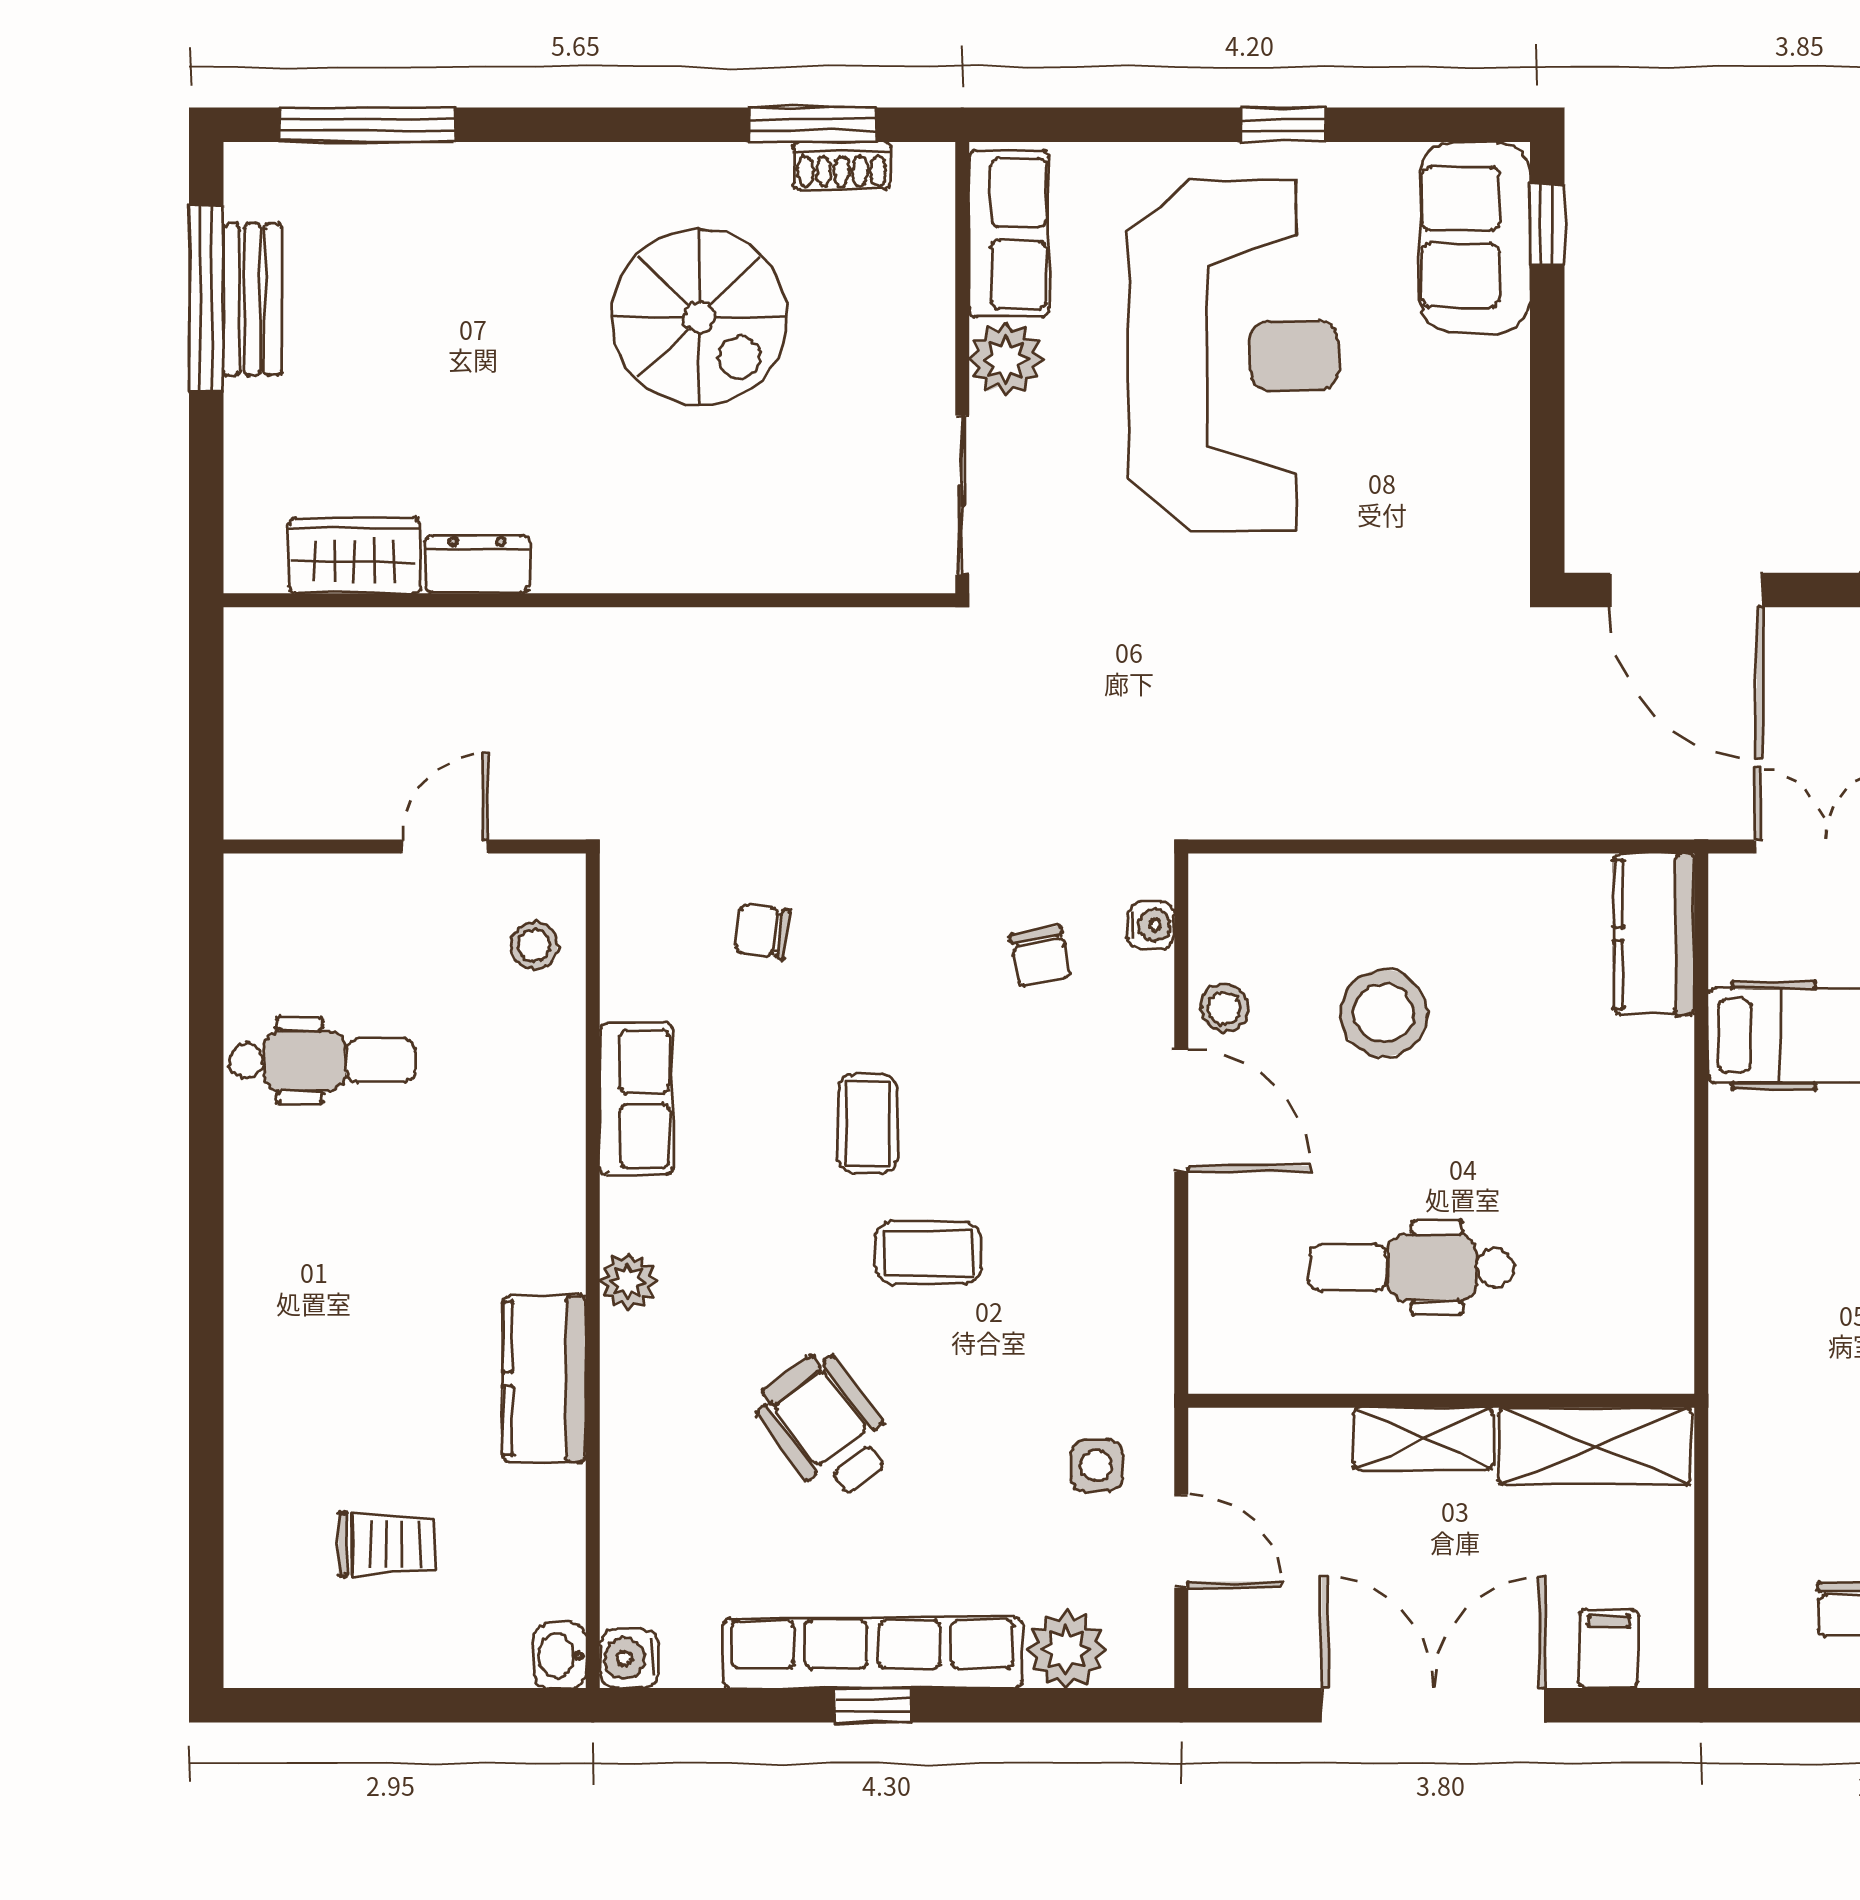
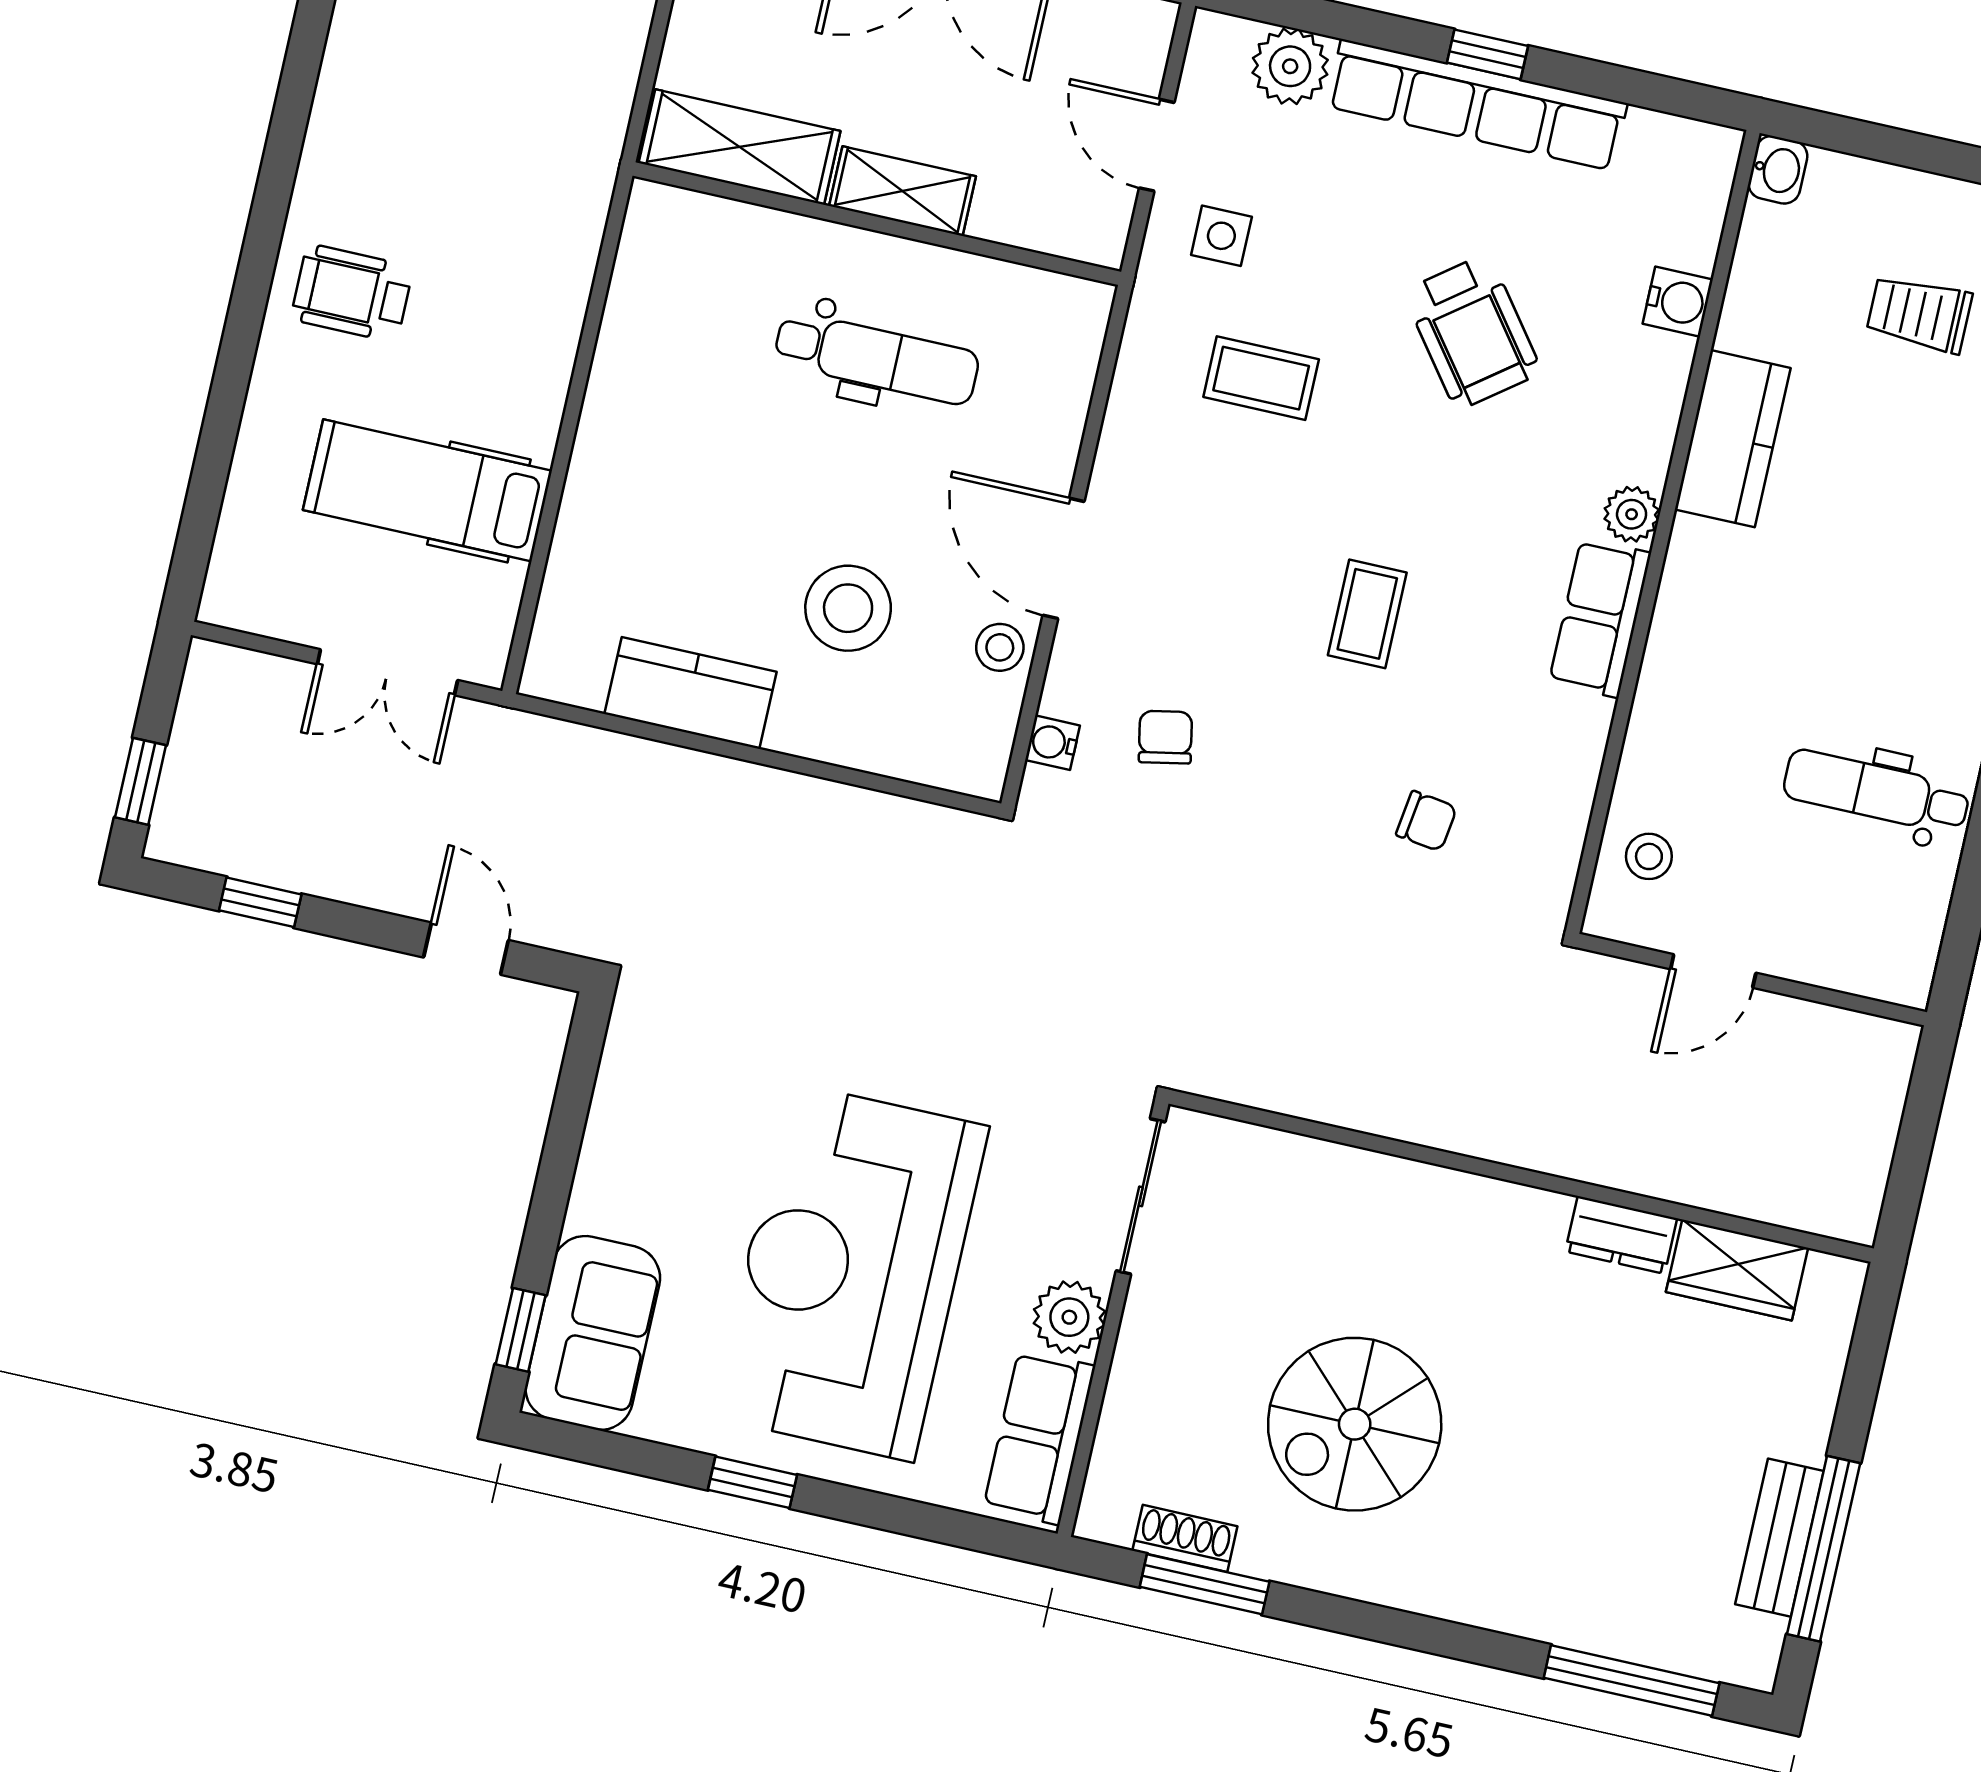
spiral stairs: (699, 317) -> (1355, 1424), turned -90
door: (1687, 590) -> (466, 949), width x0.53
kitchen counter: (1654, 934) -> (691, 693), moved, turned -90
row of seats: (636, 1099) -> (1600, 618), moved
coffee table: (928, 1253) -> (1261, 378), moved
water cooler: (630, 1658) -> (1678, 302), moved

